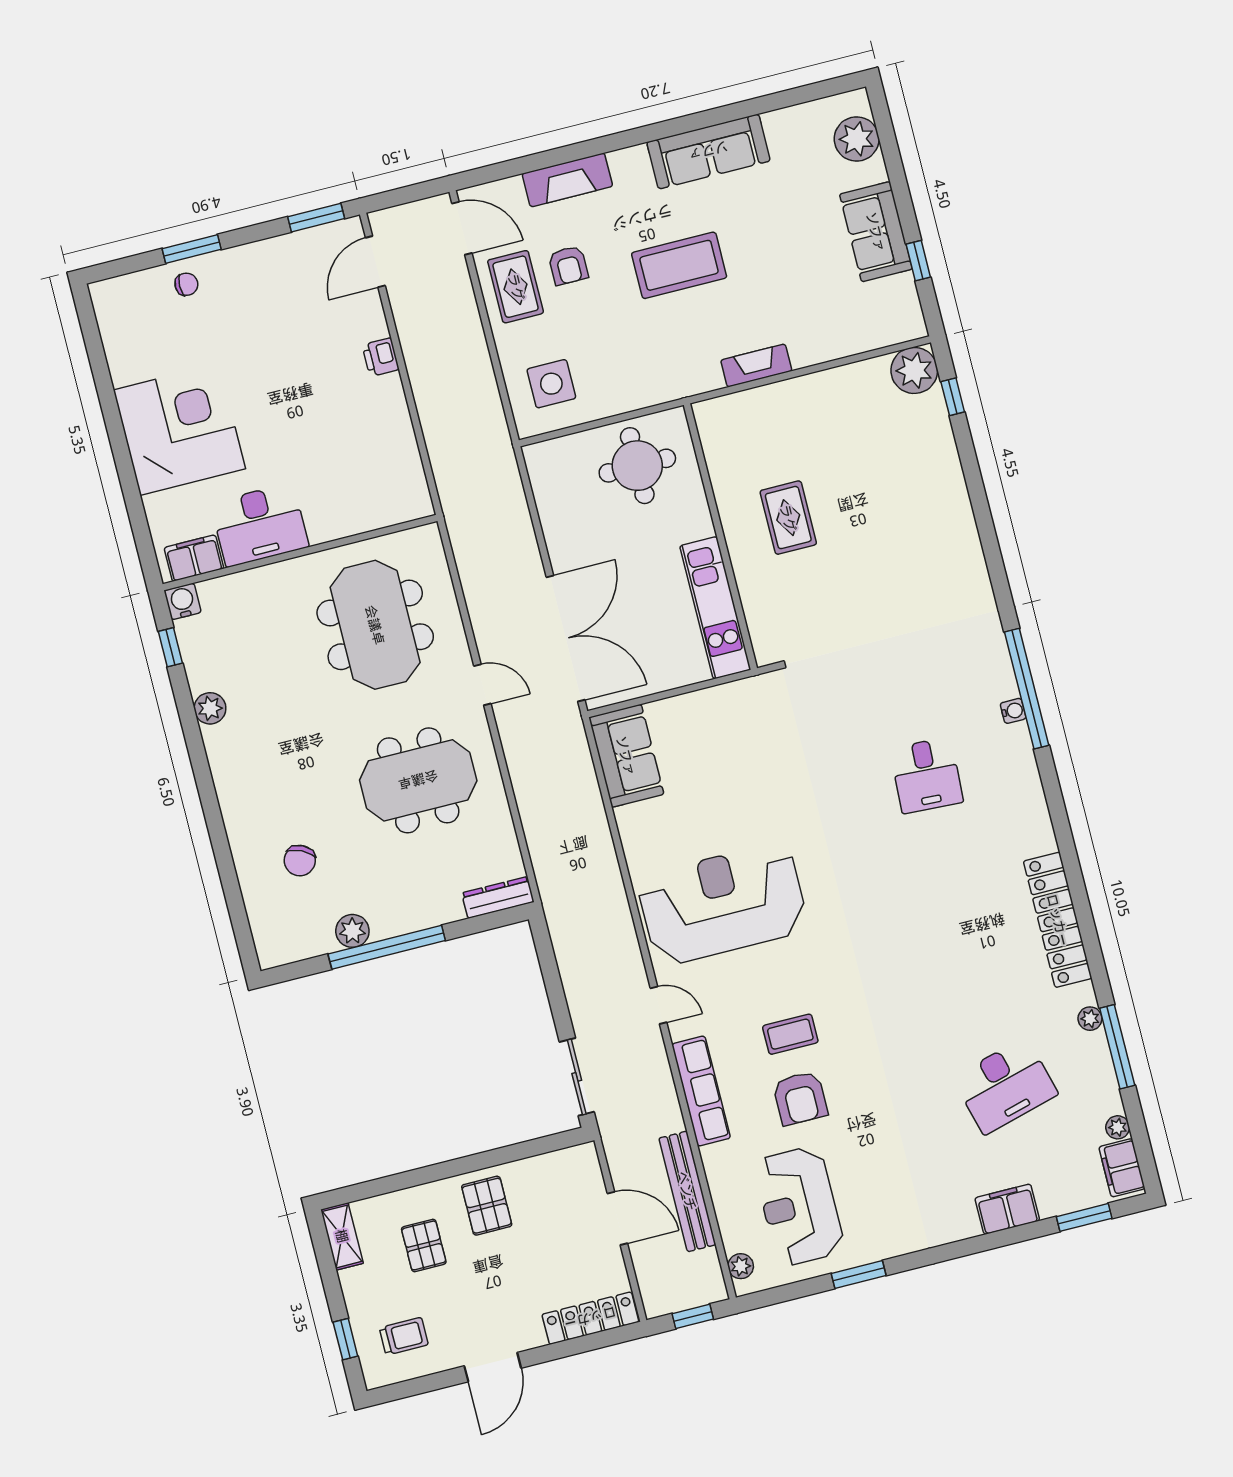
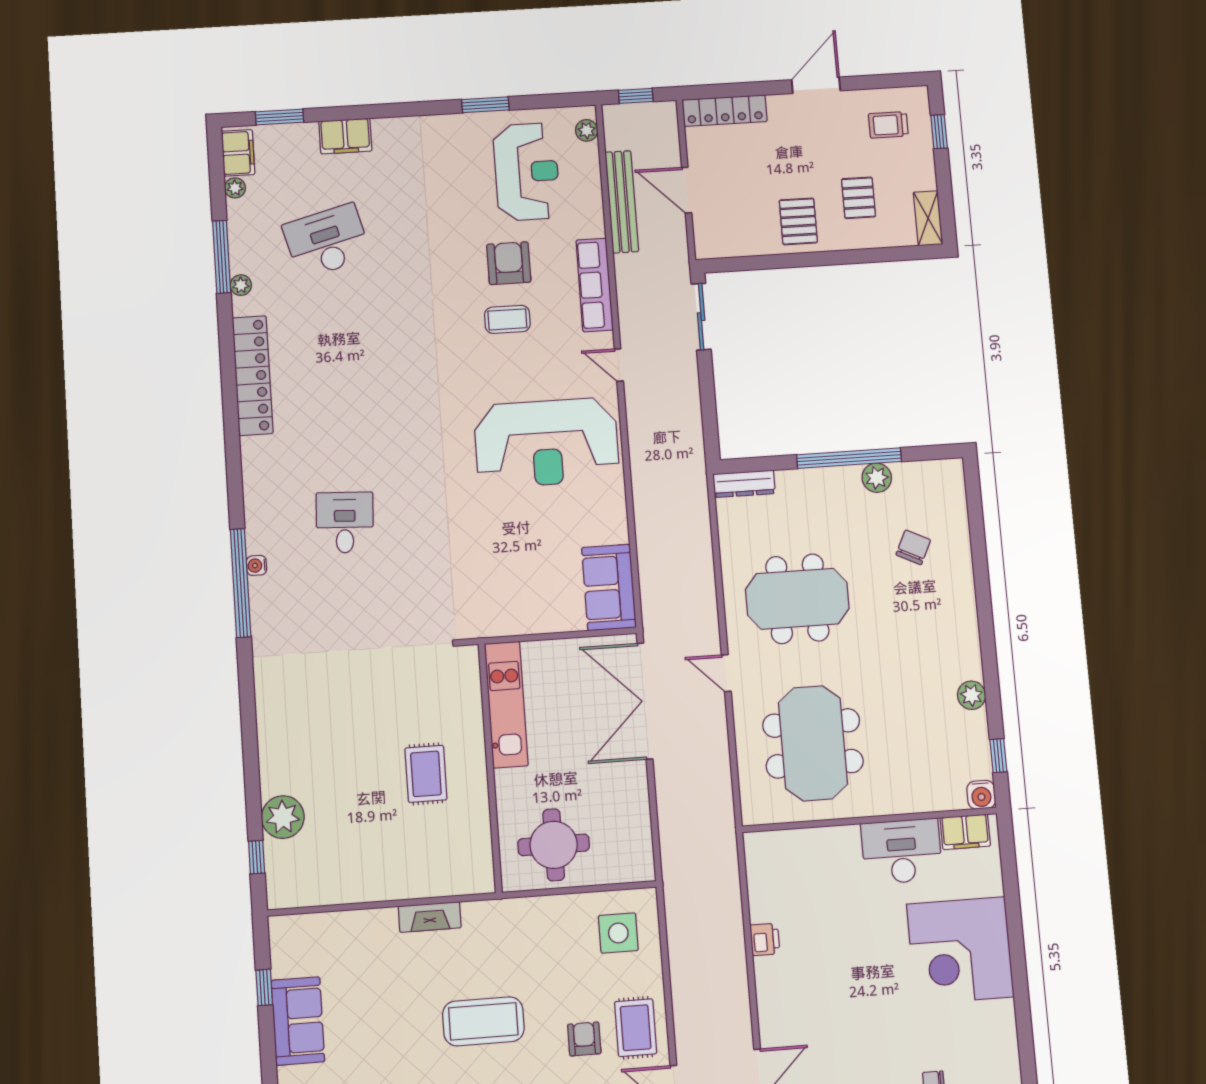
printer: (381, 357) -> (765, 939), moved
plant: (914, 370) -> (283, 817), moved

